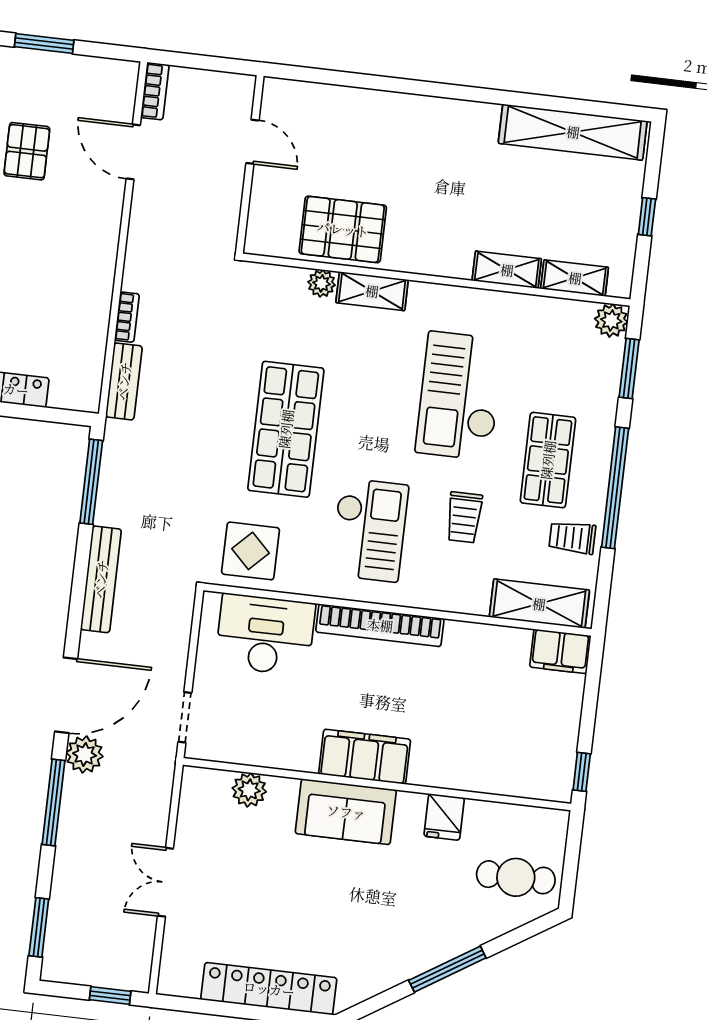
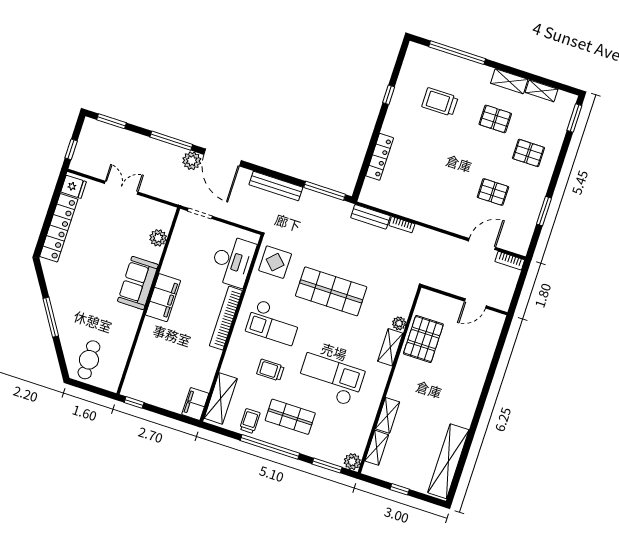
fridge: (444, 817) -> (74, 187), moved, turned 180

